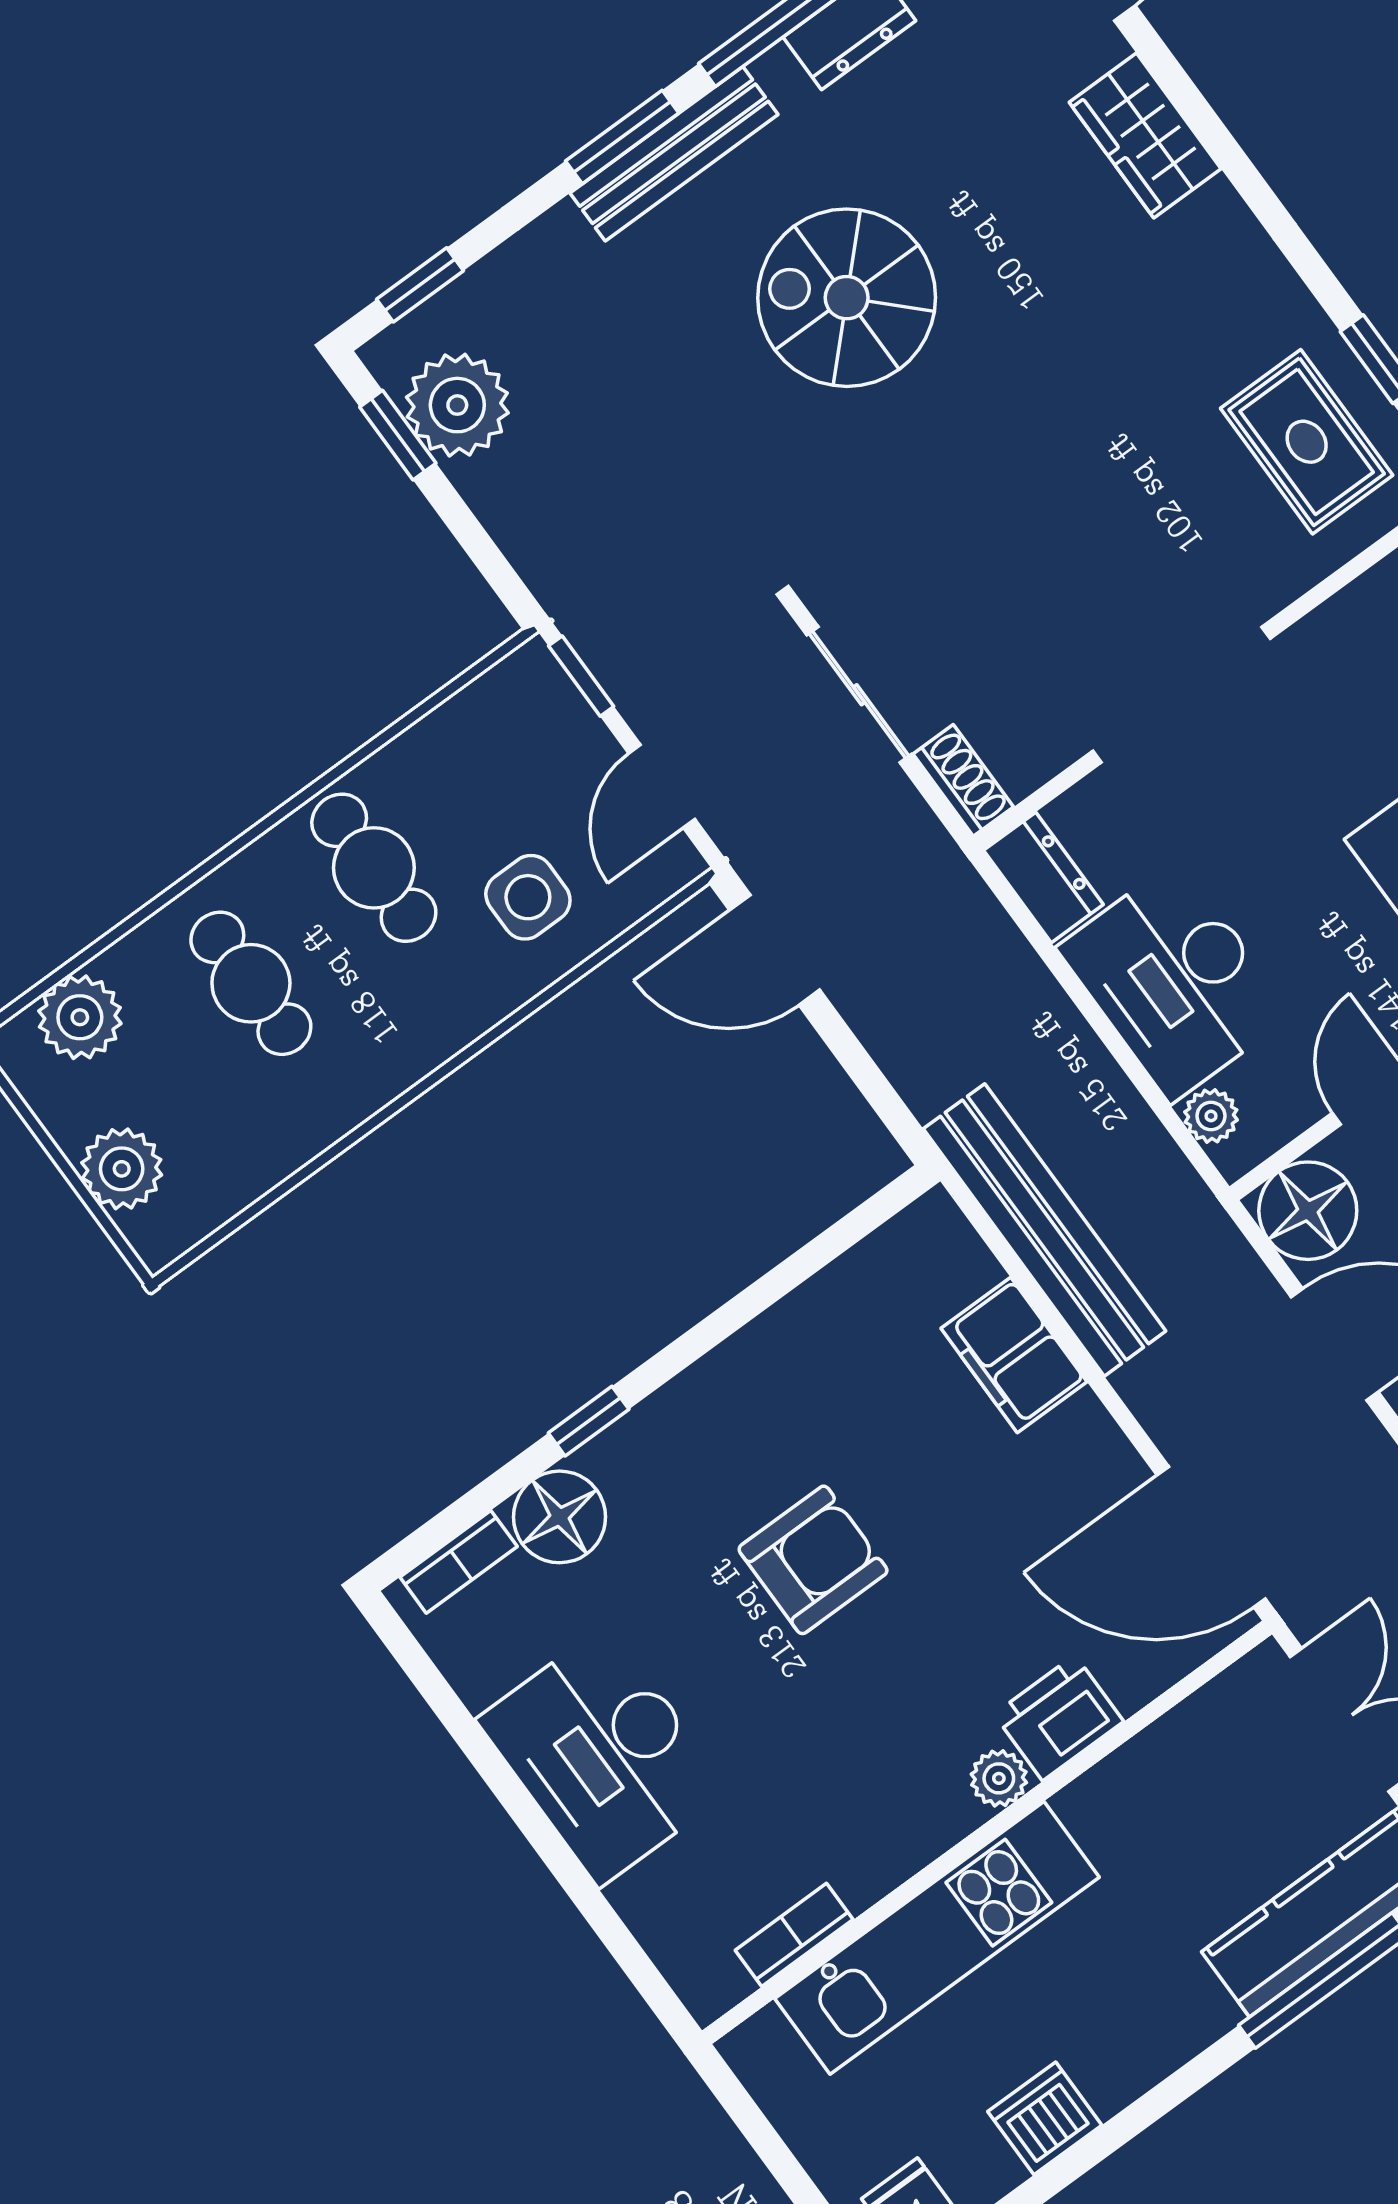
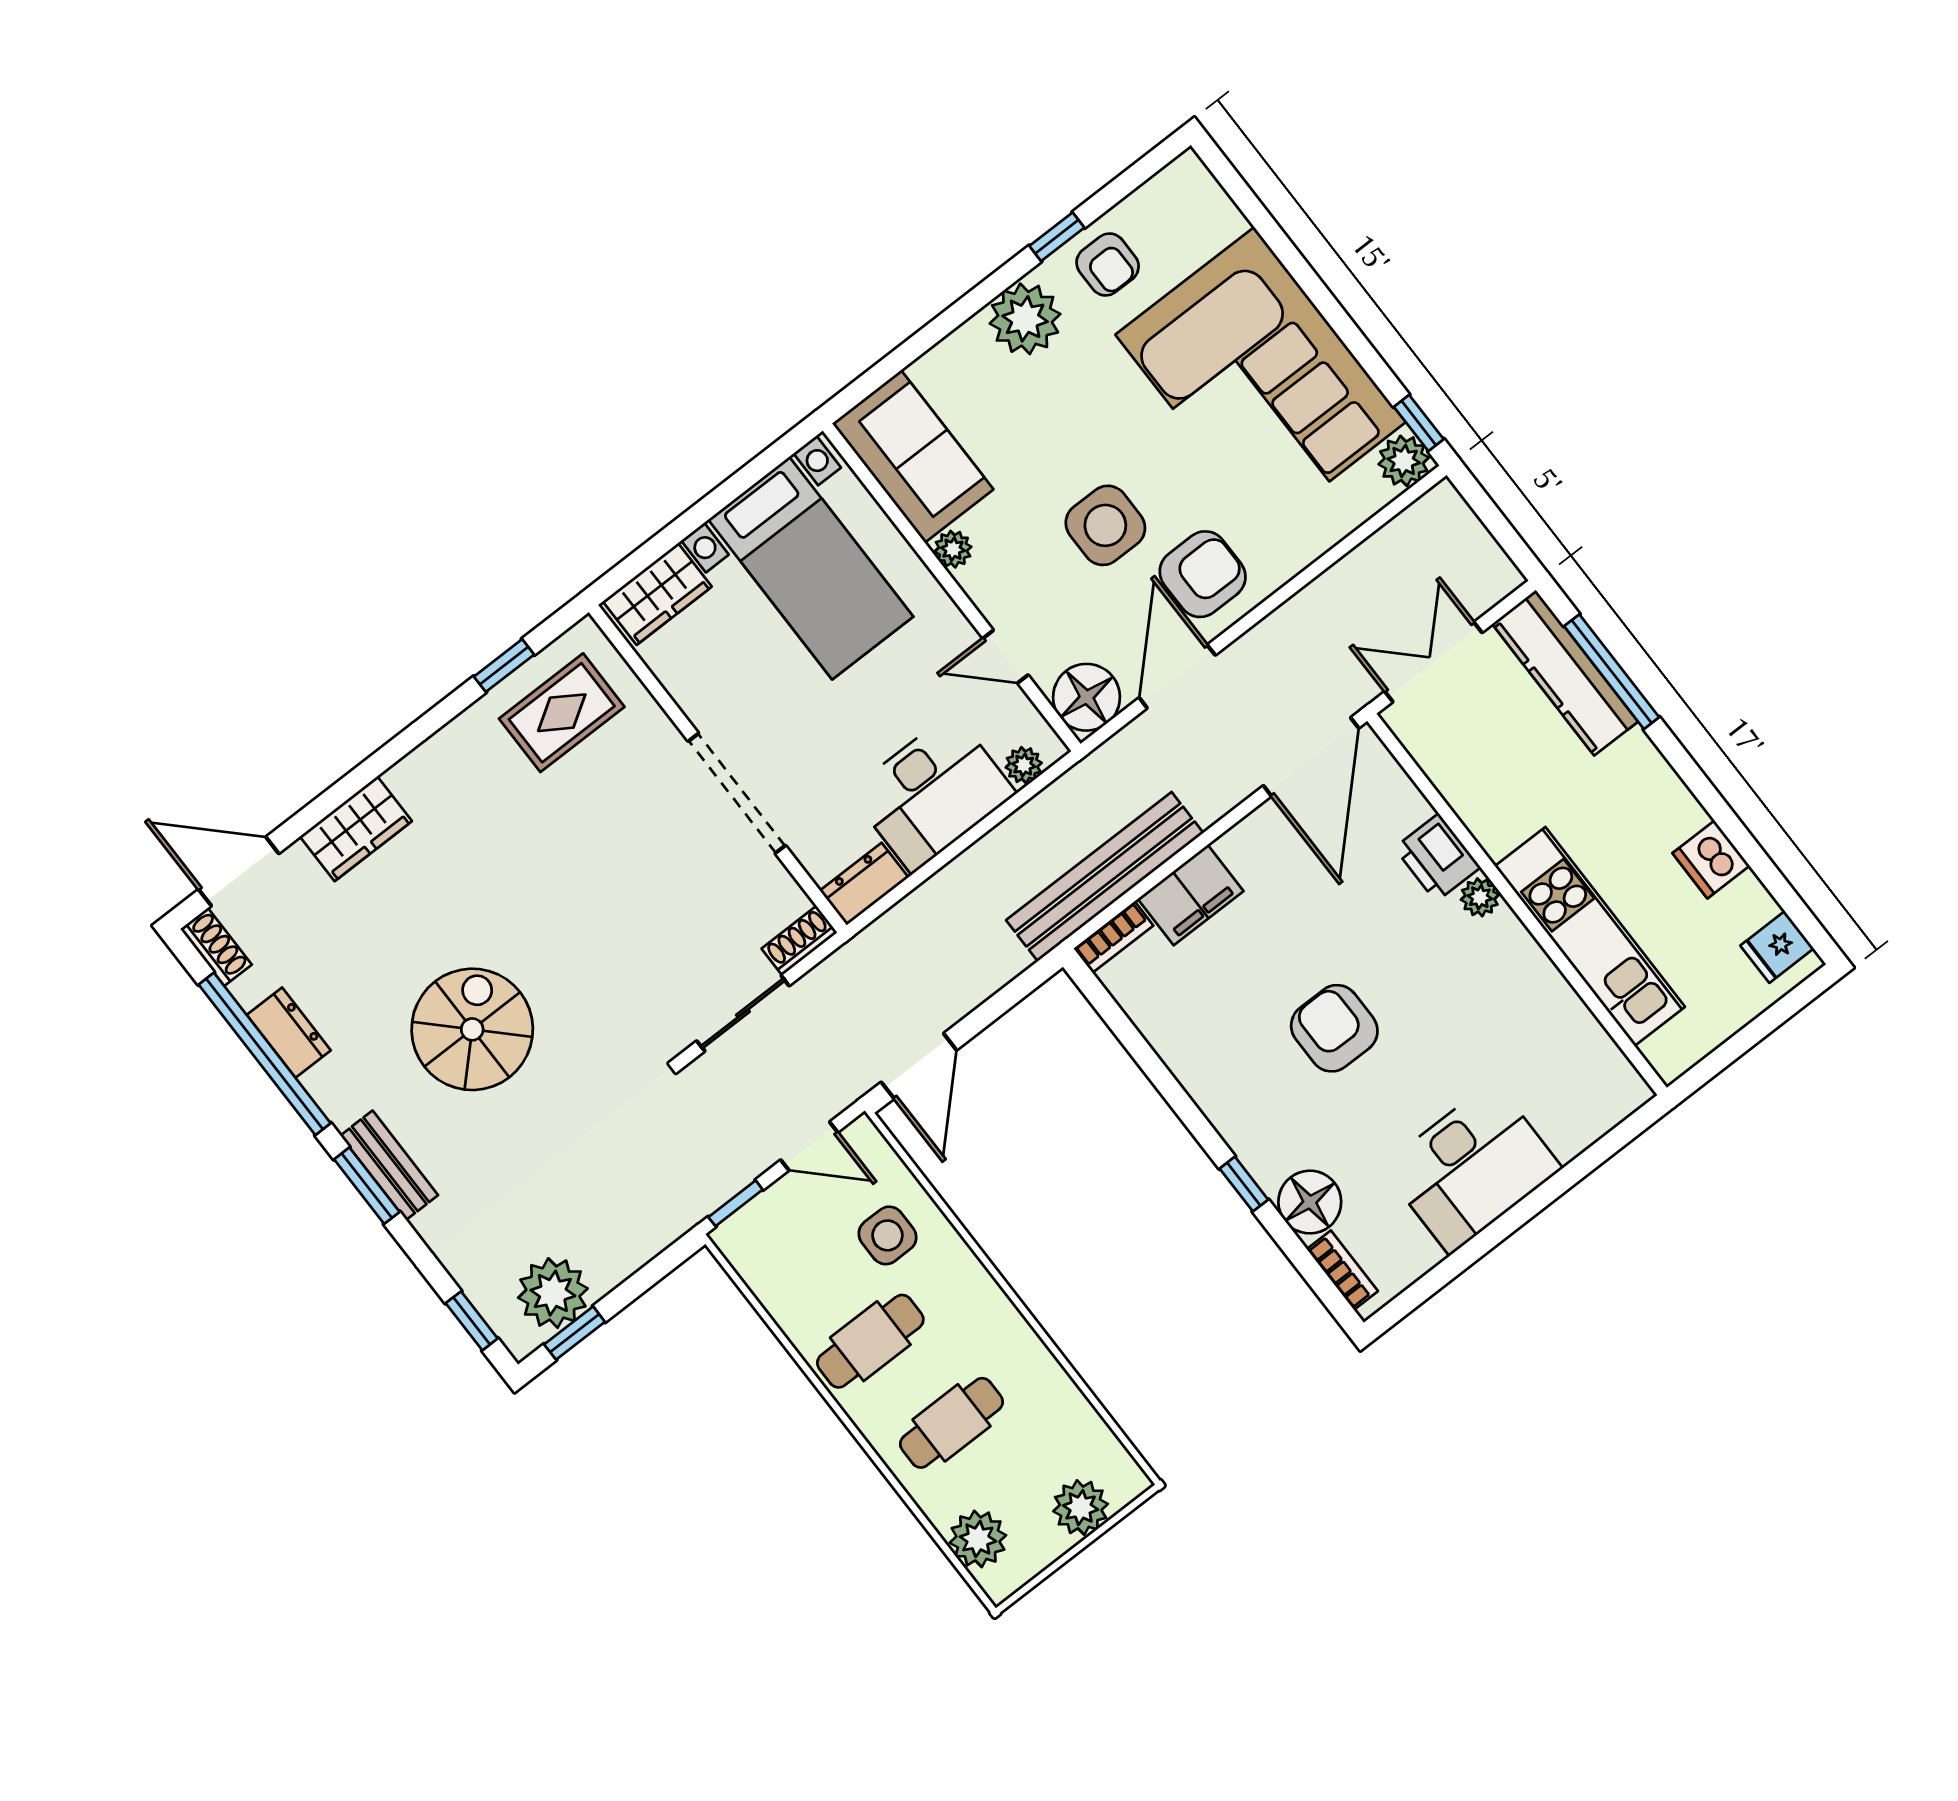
bench: (674, 154) -> (389, 1165), width x0.73
spiral stairs: (847, 298) -> (472, 1029), turned 180
bookcase: (794, 1935) -> (1113, 937), moved, turned -90

